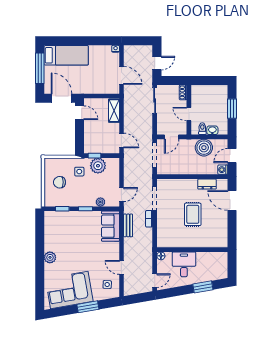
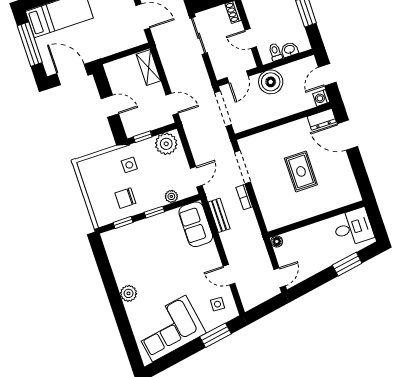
door: (80, 113) -> (110, 106), moved
boiler: (204, 148) -> (271, 82), moved
plant: (98, 166) -> (166, 144), moved
chair: (60, 182) -> (125, 198), moved
dresser: (207, 184) -> (322, 119), moved
desk: (184, 264) -> (353, 227), moved, turned 90
window: (88, 307) -> (216, 335), moved

